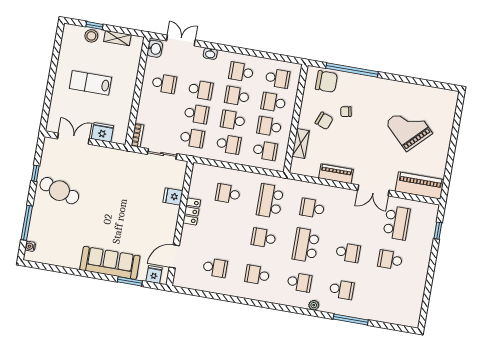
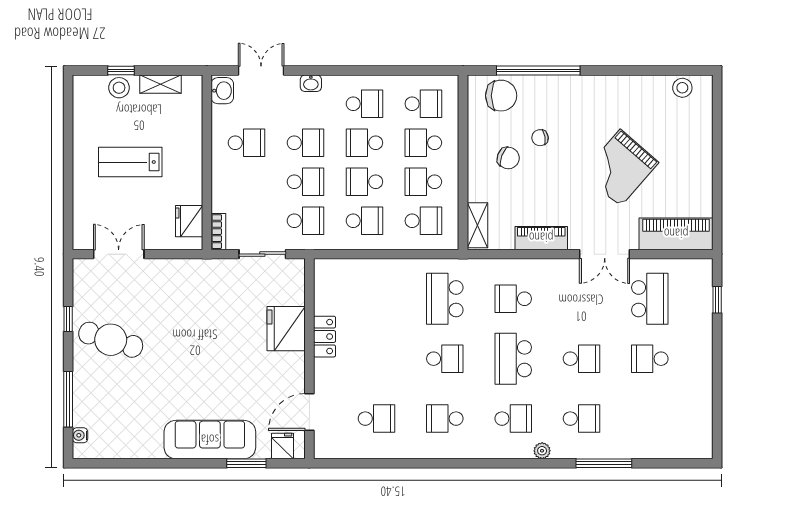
school desk: (241, 72) -> (364, 104), turned 180
stool: (439, 96) -> (682, 88), added
grand piano: (409, 128) -> (620, 168), moved, turned -94
fridge: (102, 132) -> (189, 221), moved, turned -90
shelving: (301, 143) -> (477, 225), moved
school desk: (228, 194) -> (377, 299), removed
fridge: (173, 196) -> (286, 329), width x1.88, depth x1.34
school desk: (264, 238) -> (445, 359), turned 180

